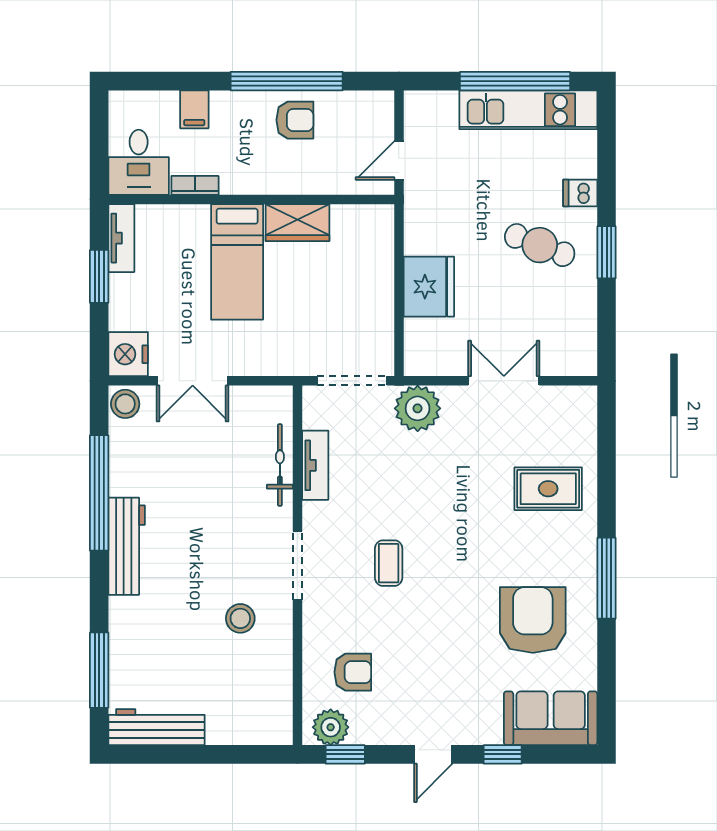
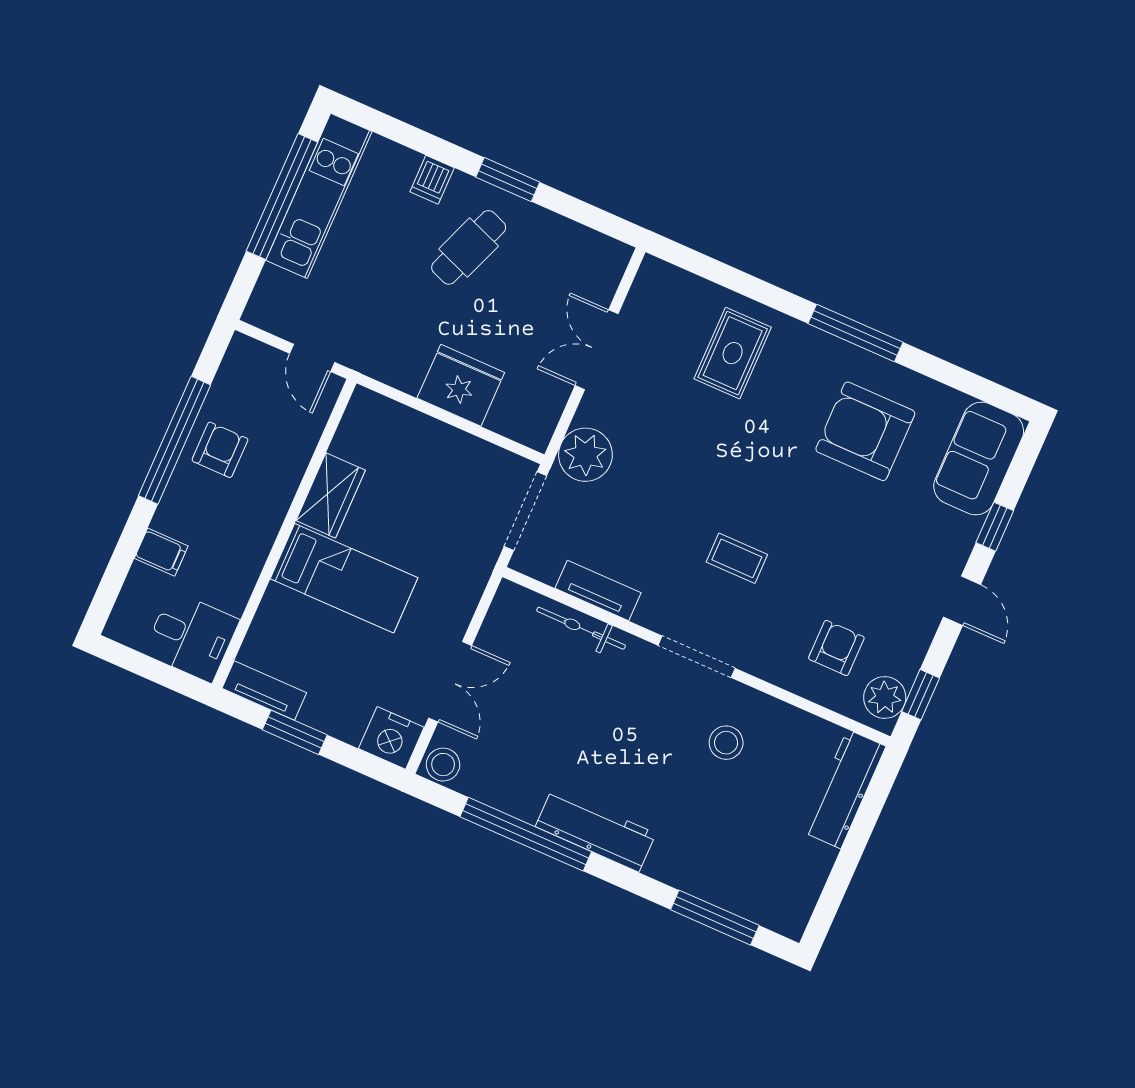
bookcase: (195, 185) -> (243, 587), removed
workbench: (157, 727) -> (844, 789), moved

